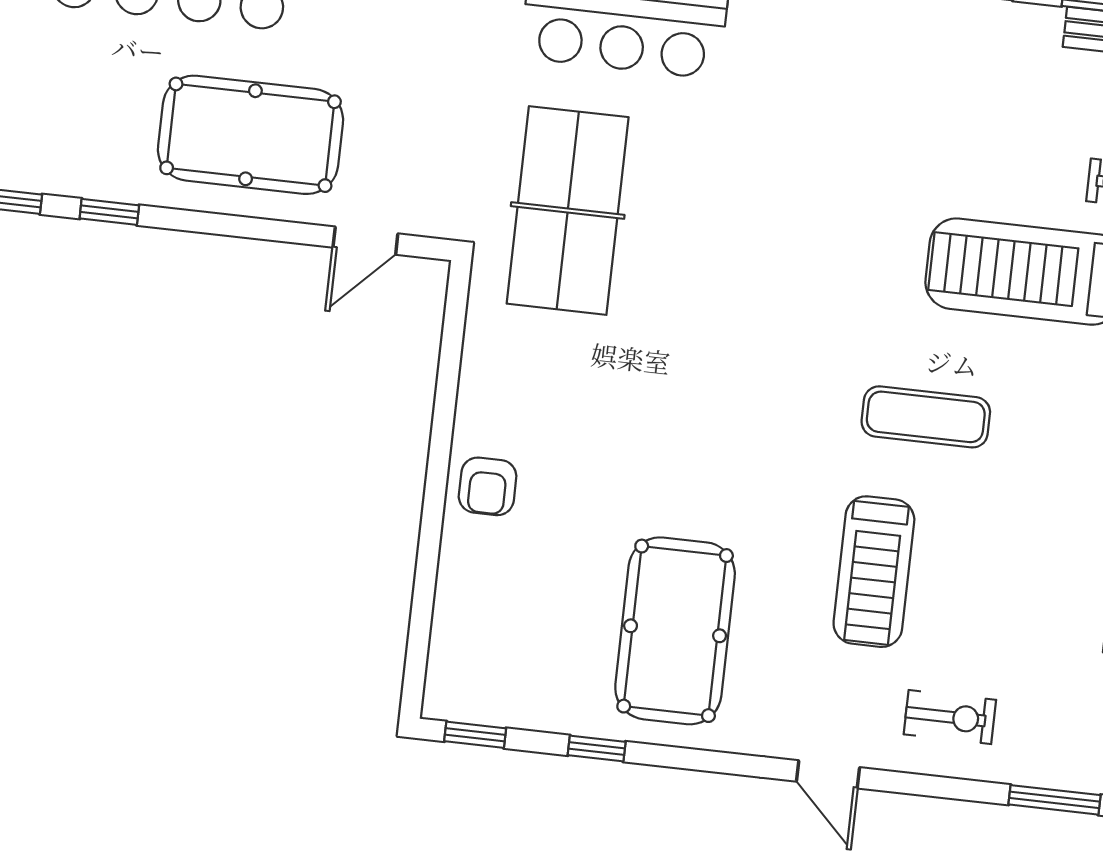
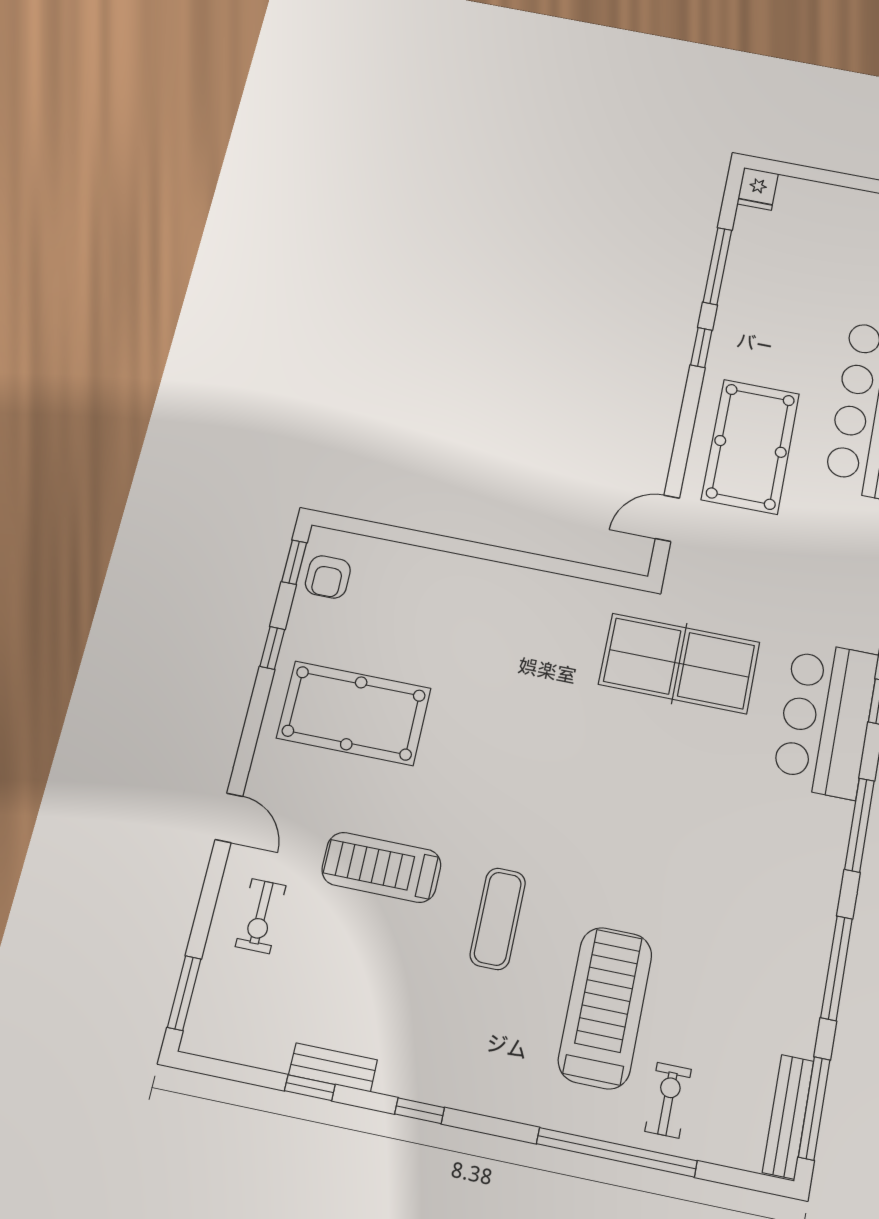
door: (365, 241) -> (667, 518), hinge flipped
armchair: (488, 486) -> (328, 577), moved, turned -90
door: (828, 774) -> (229, 818), swing flipped

